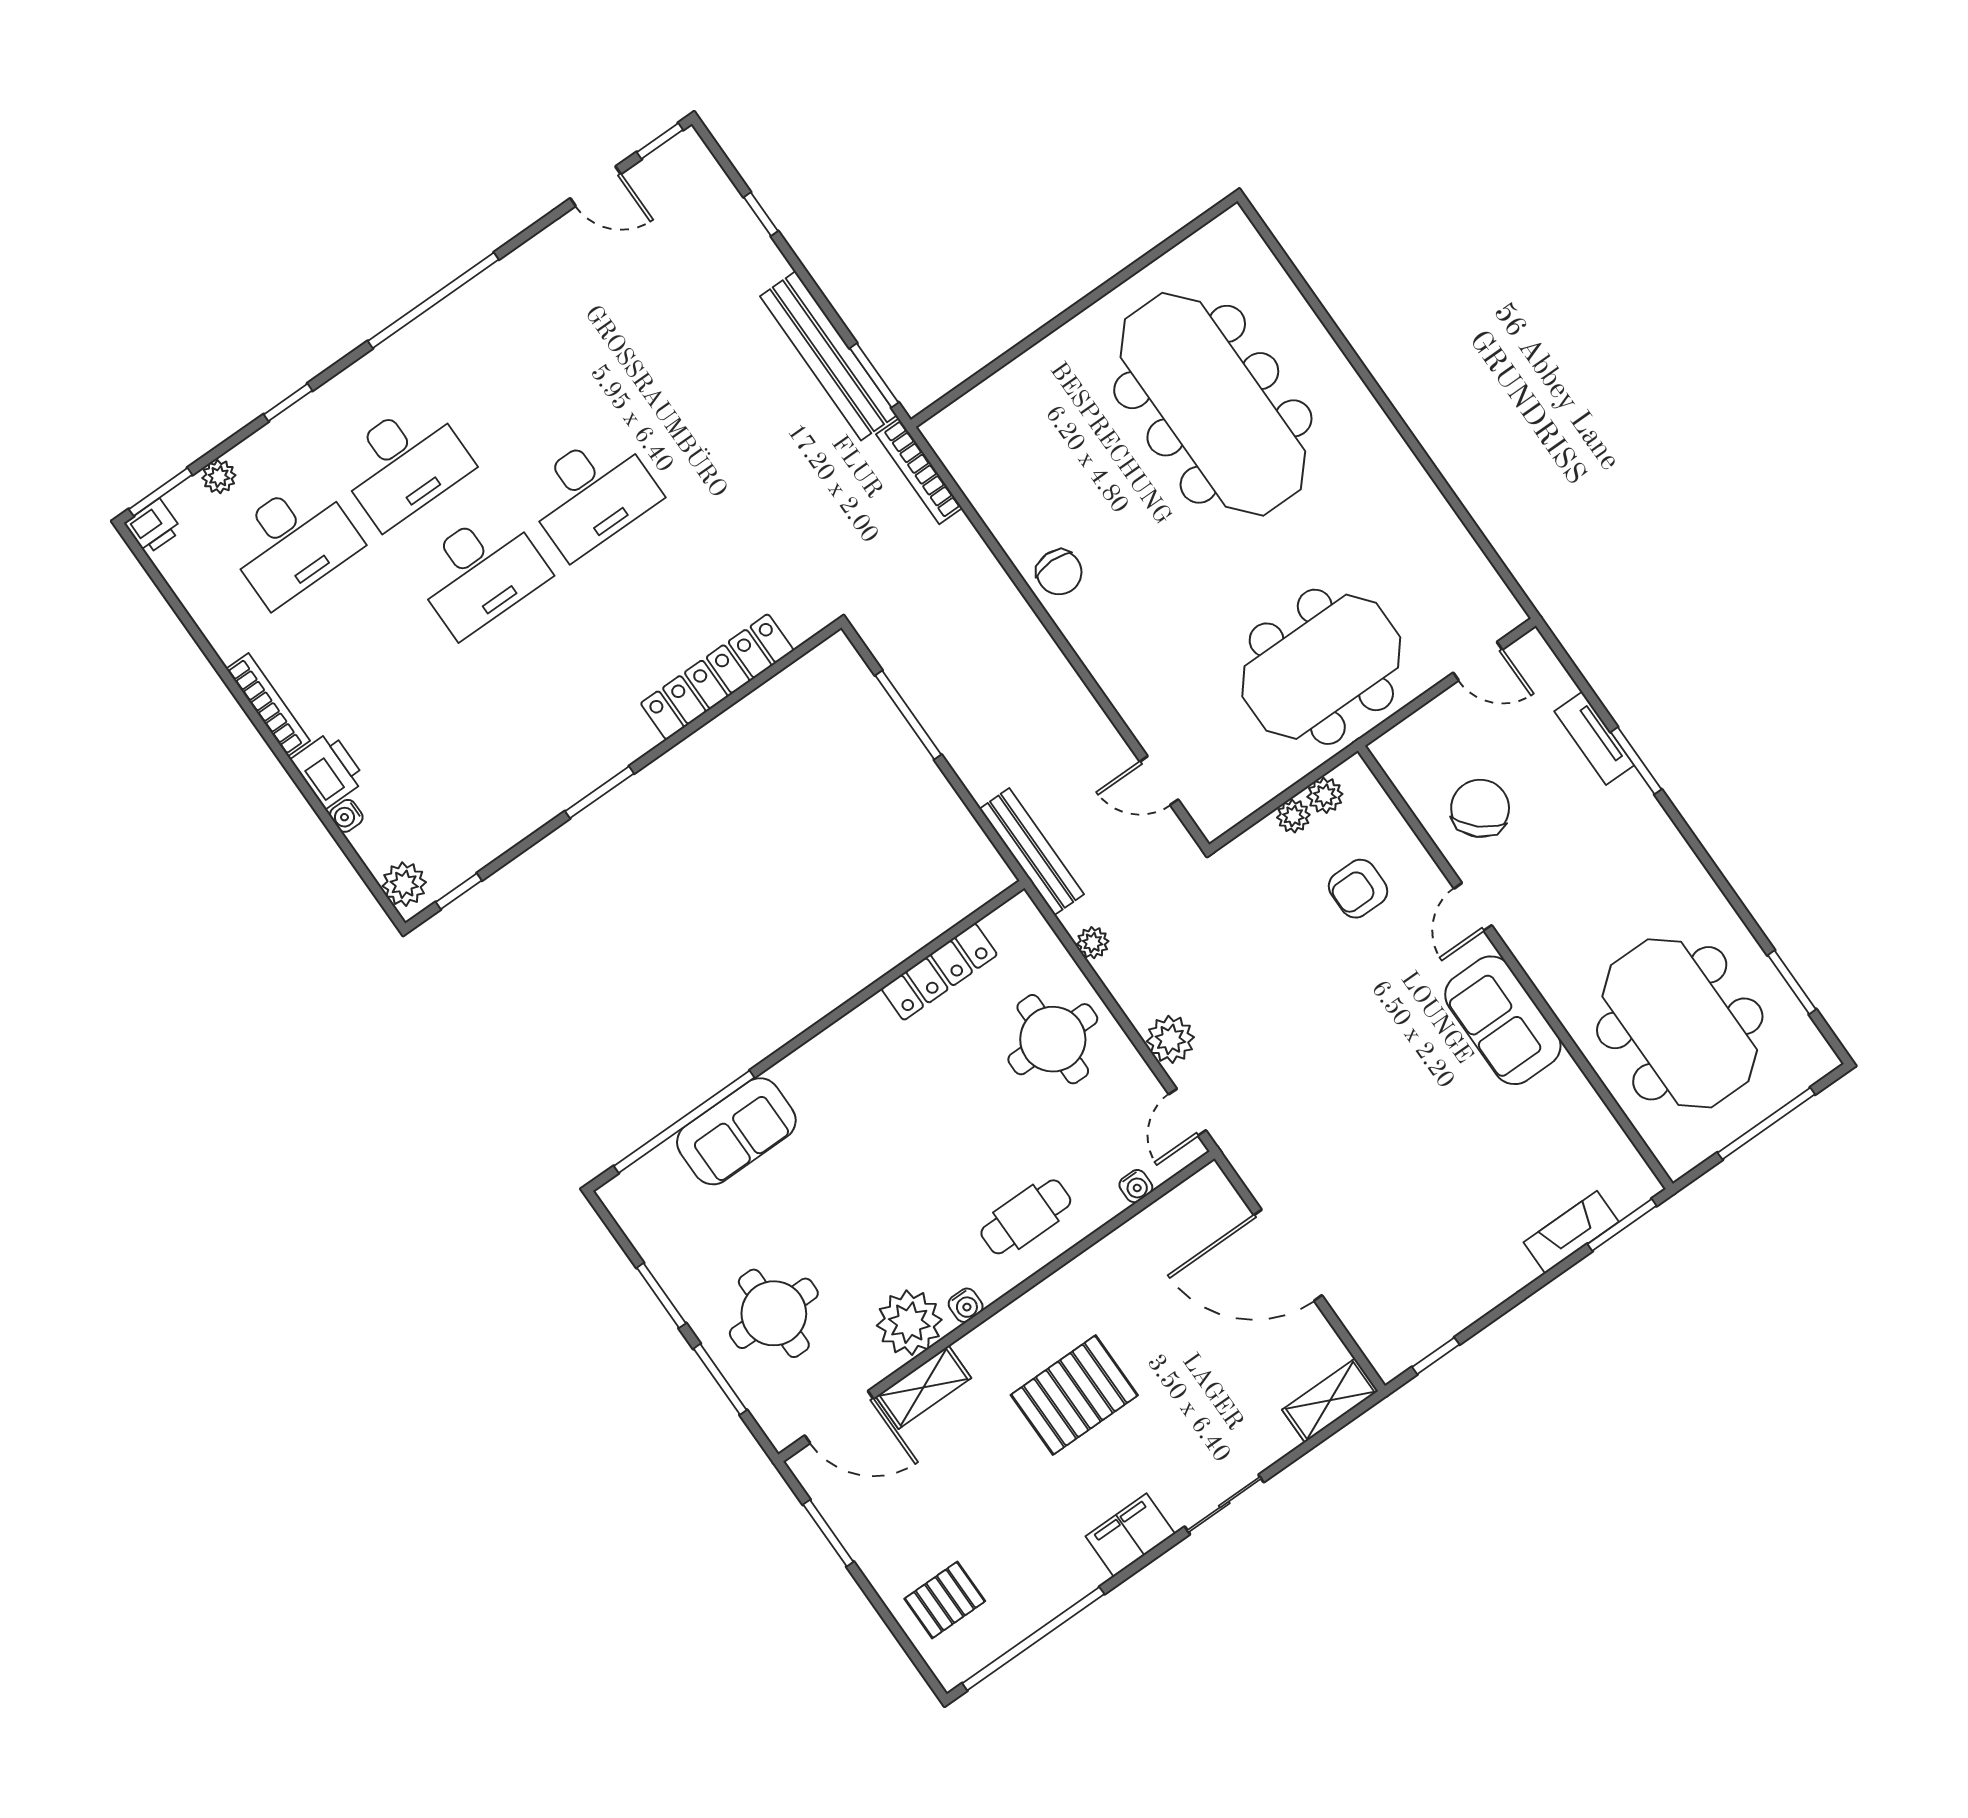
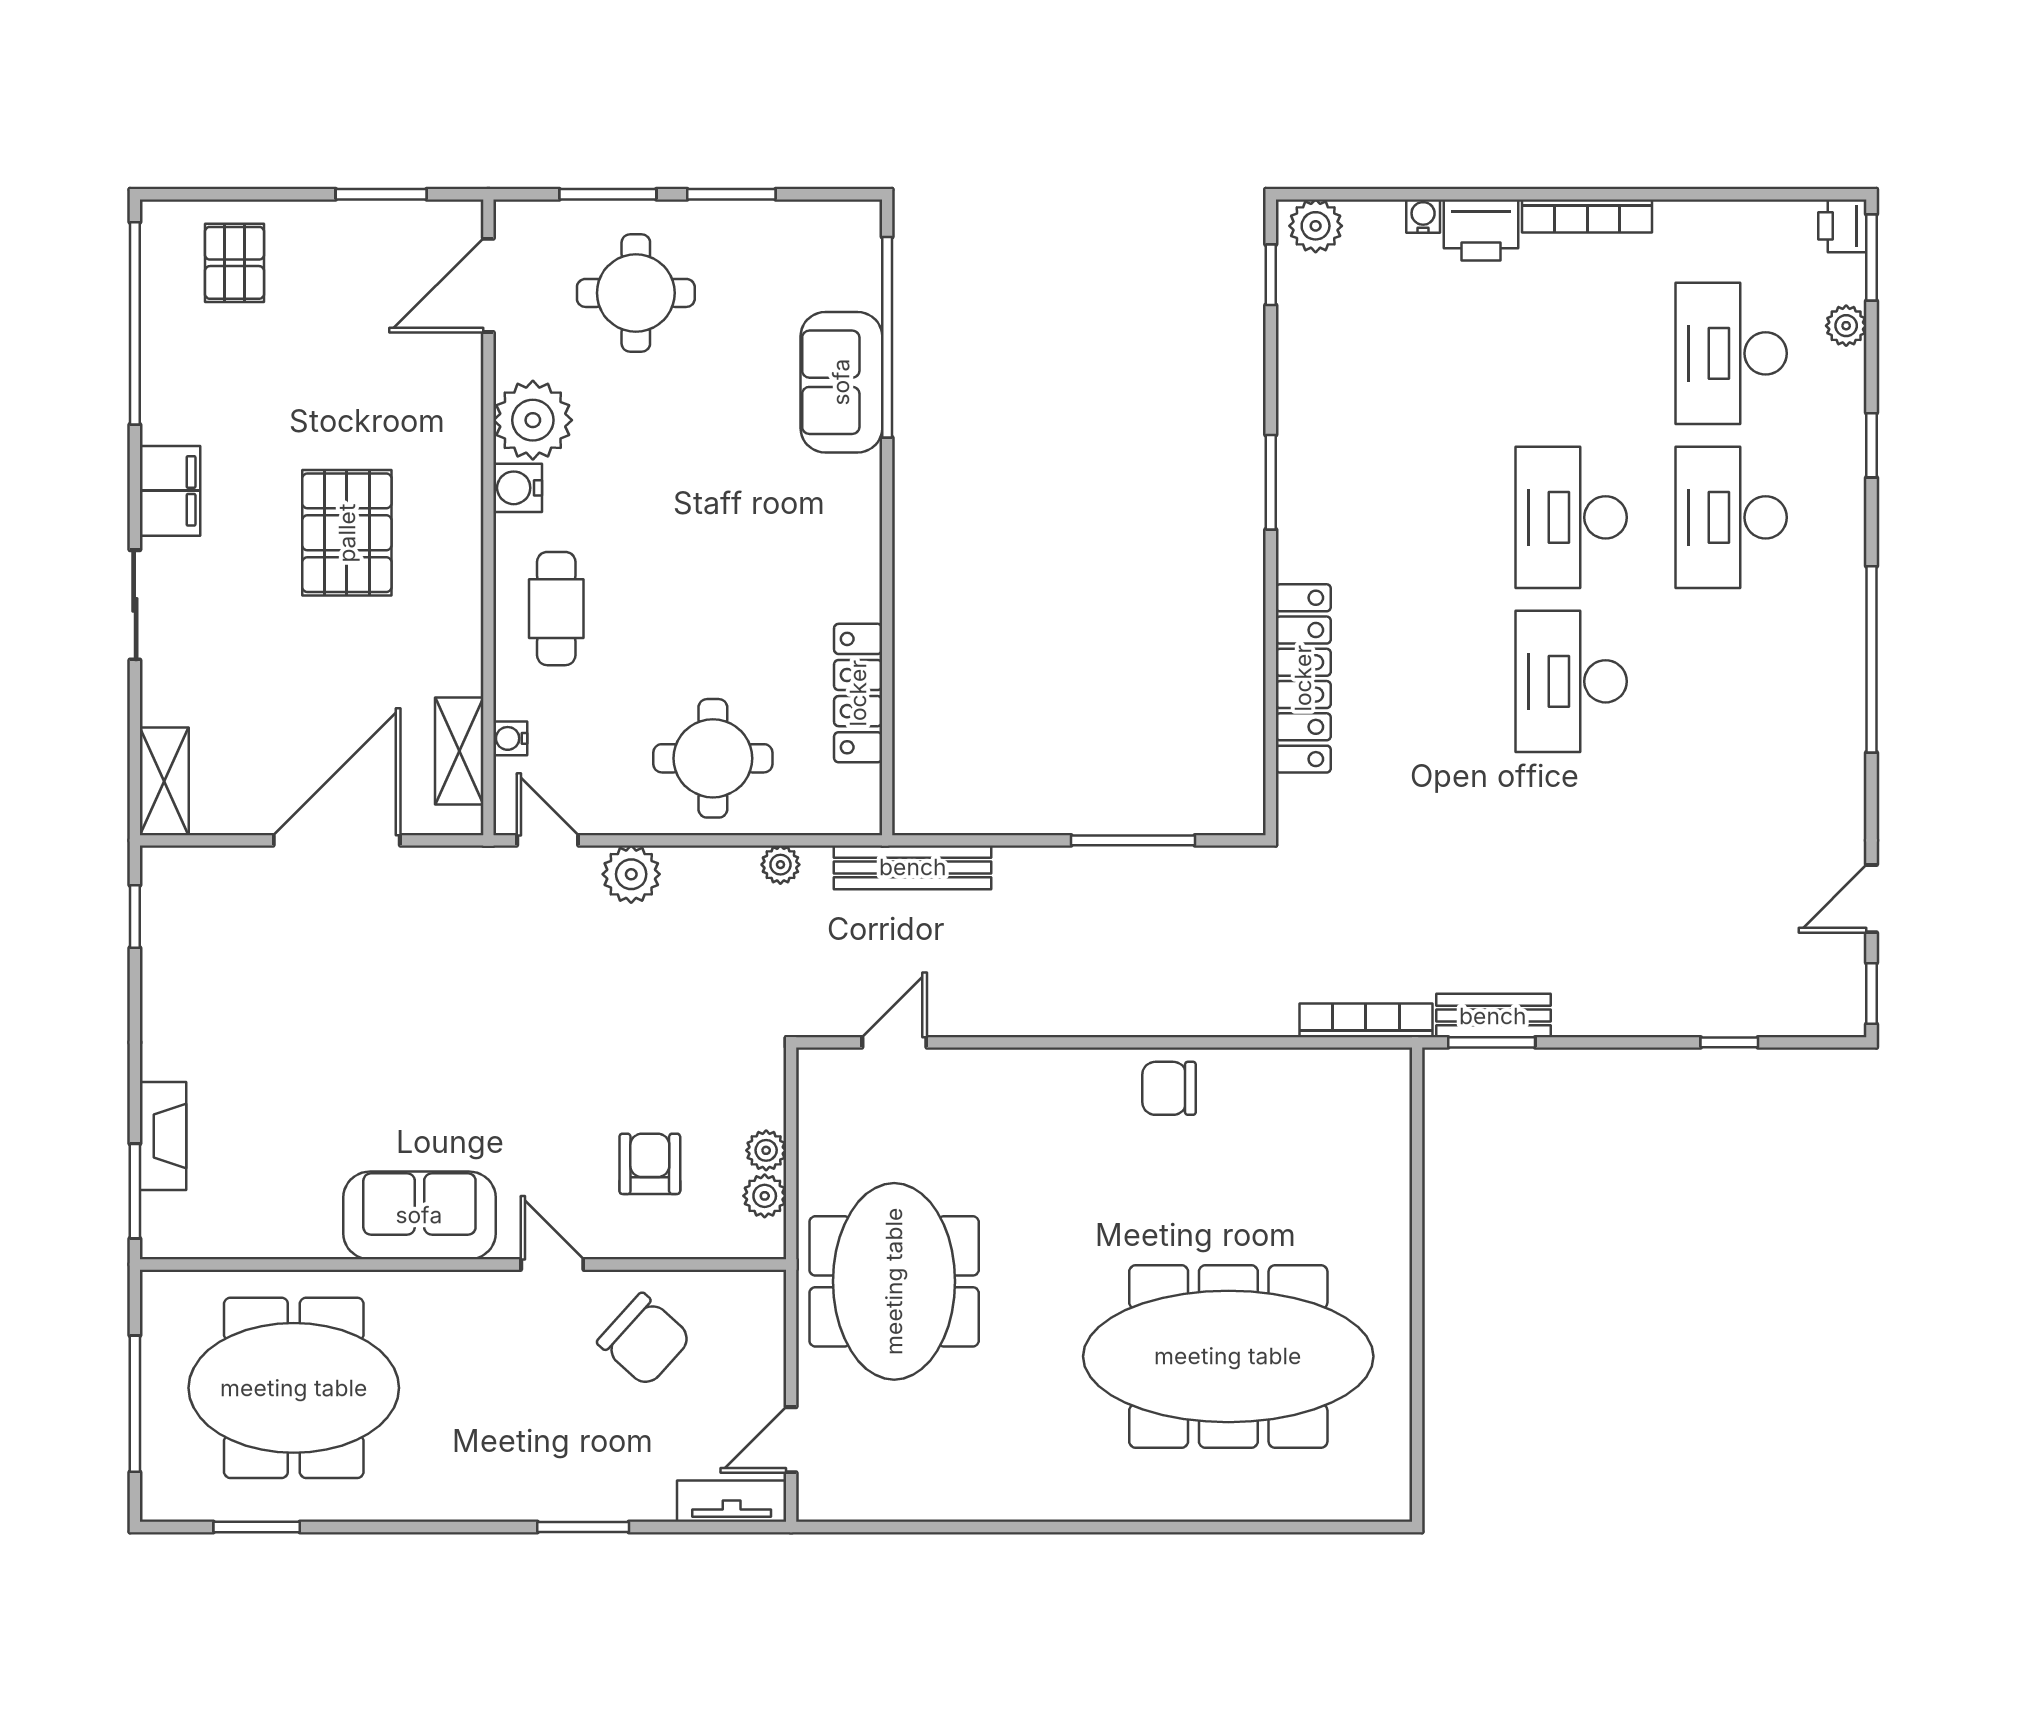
bench: (828, 356) -> (1493, 1016), width x0.54, depth x0.82
tv unit: (1594, 738) -> (732, 1501), moved
water cooler: (966, 1305) -> (518, 488), width x1.38, depth x1.38
shelving: (923, 1387) -> (459, 751), moved

